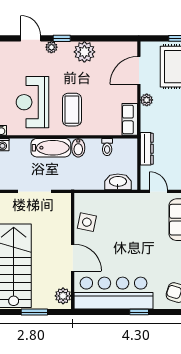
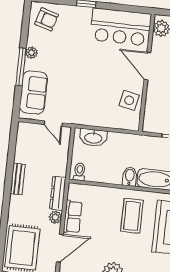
row of seats: (130, 119) -> (73, 217), moved
toilet: (107, 147) -> (79, 172), moved
dresser: (147, 149) -> (58, 193), moved
bar counter: (114, 293) -> (121, 27), width x0.73

